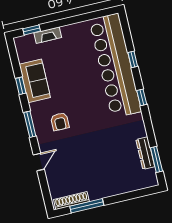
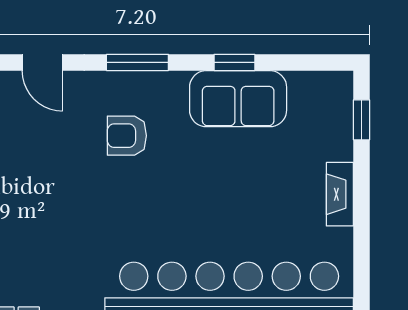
fireplace: (48, 35) -> (340, 194), moved

